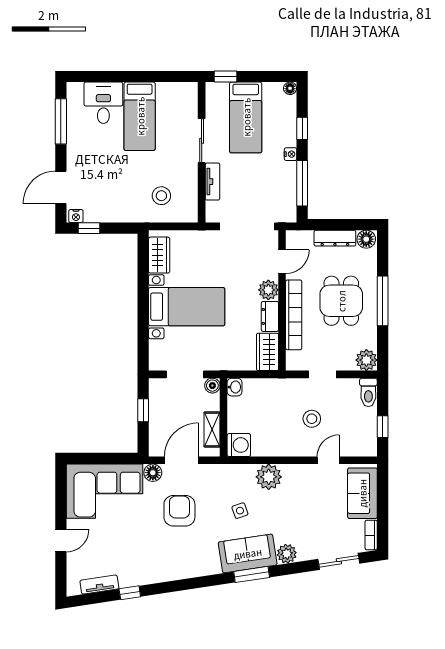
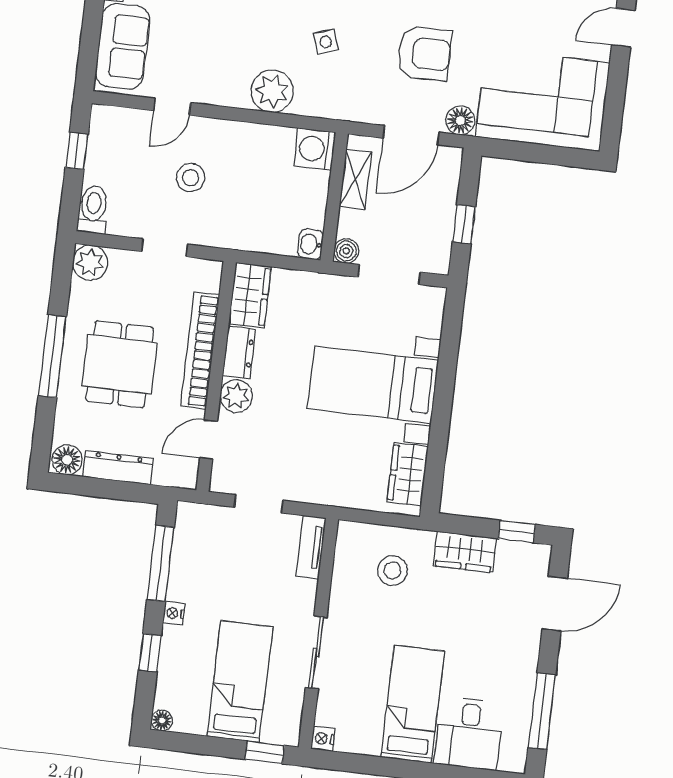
tv unit: (212, 182) -> (311, 547), moved
wardrobe: (119, 212) -> (465, 552), added
nightstand: (76, 216) -> (323, 739), moved, turned -90
doorway: (247, 226) -> (259, 504), width x0.53
armchair: (179, 511) -> (424, 53), turned -90

